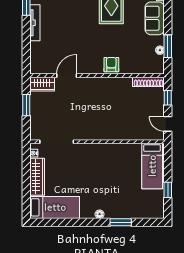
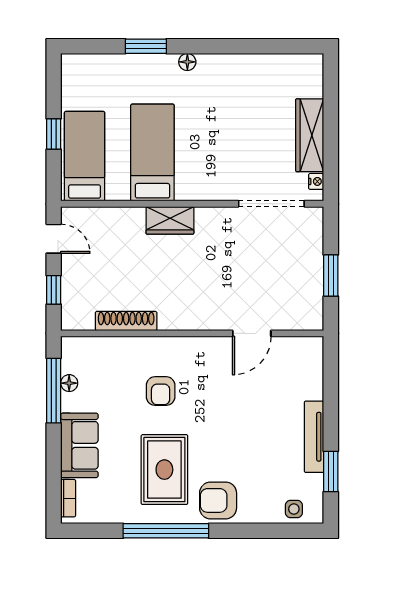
window: (168, 46) -> (54, 391), width x1.44
armchair: (111, 65) -> (161, 391), moved
shoe rack: (148, 82) -> (126, 321), moved
wardrobe: (42, 84) -> (170, 220), moved, turned 180
window: (168, 190) -> (54, 134), moved
bed: (55, 207) -> (152, 153), moved, turned 90

